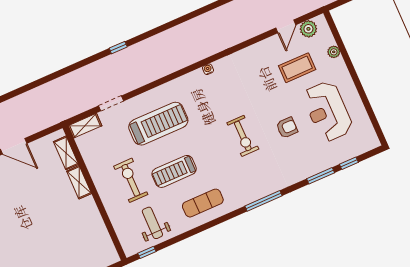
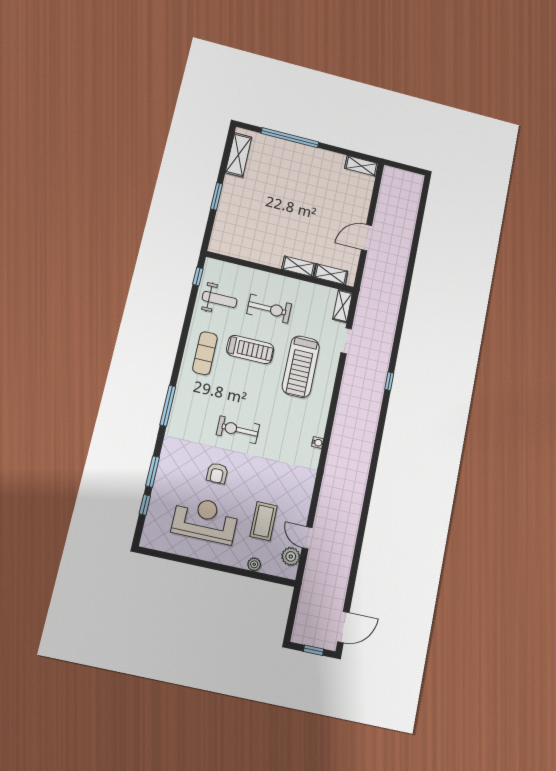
treadmill: (174, 171) -> (250, 349), turned 90

